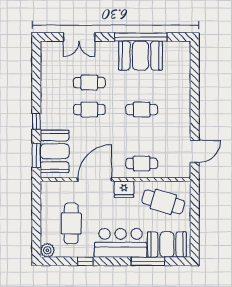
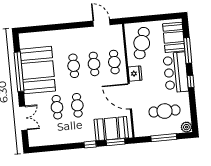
booth: (140, 56) -> (38, 70), width x1.36, depth x1.42
cafe table: (142, 137) -> (94, 64), added
window: (36, 219) -> (164, 138), added
window: (85, 261) -> (191, 82), moved

